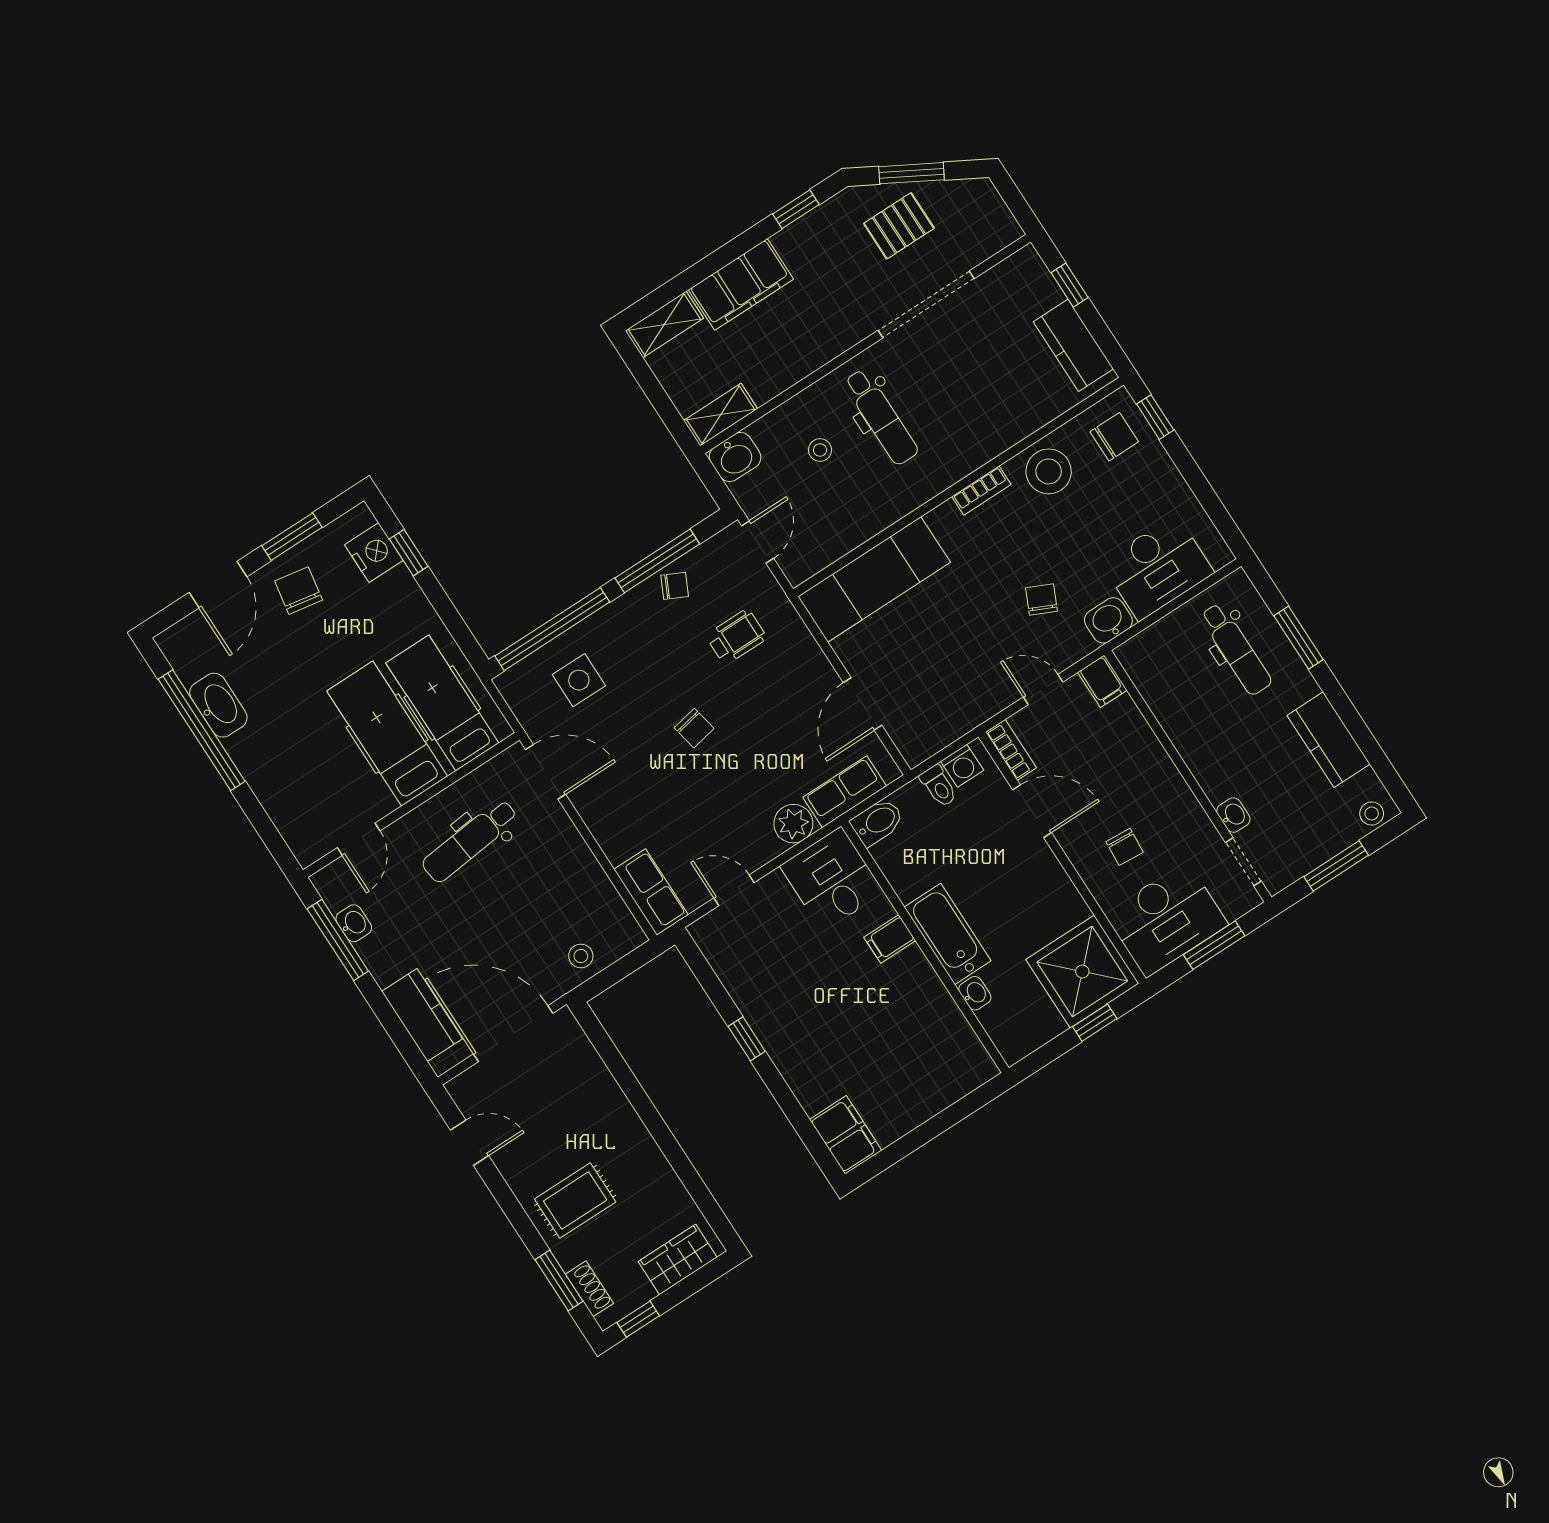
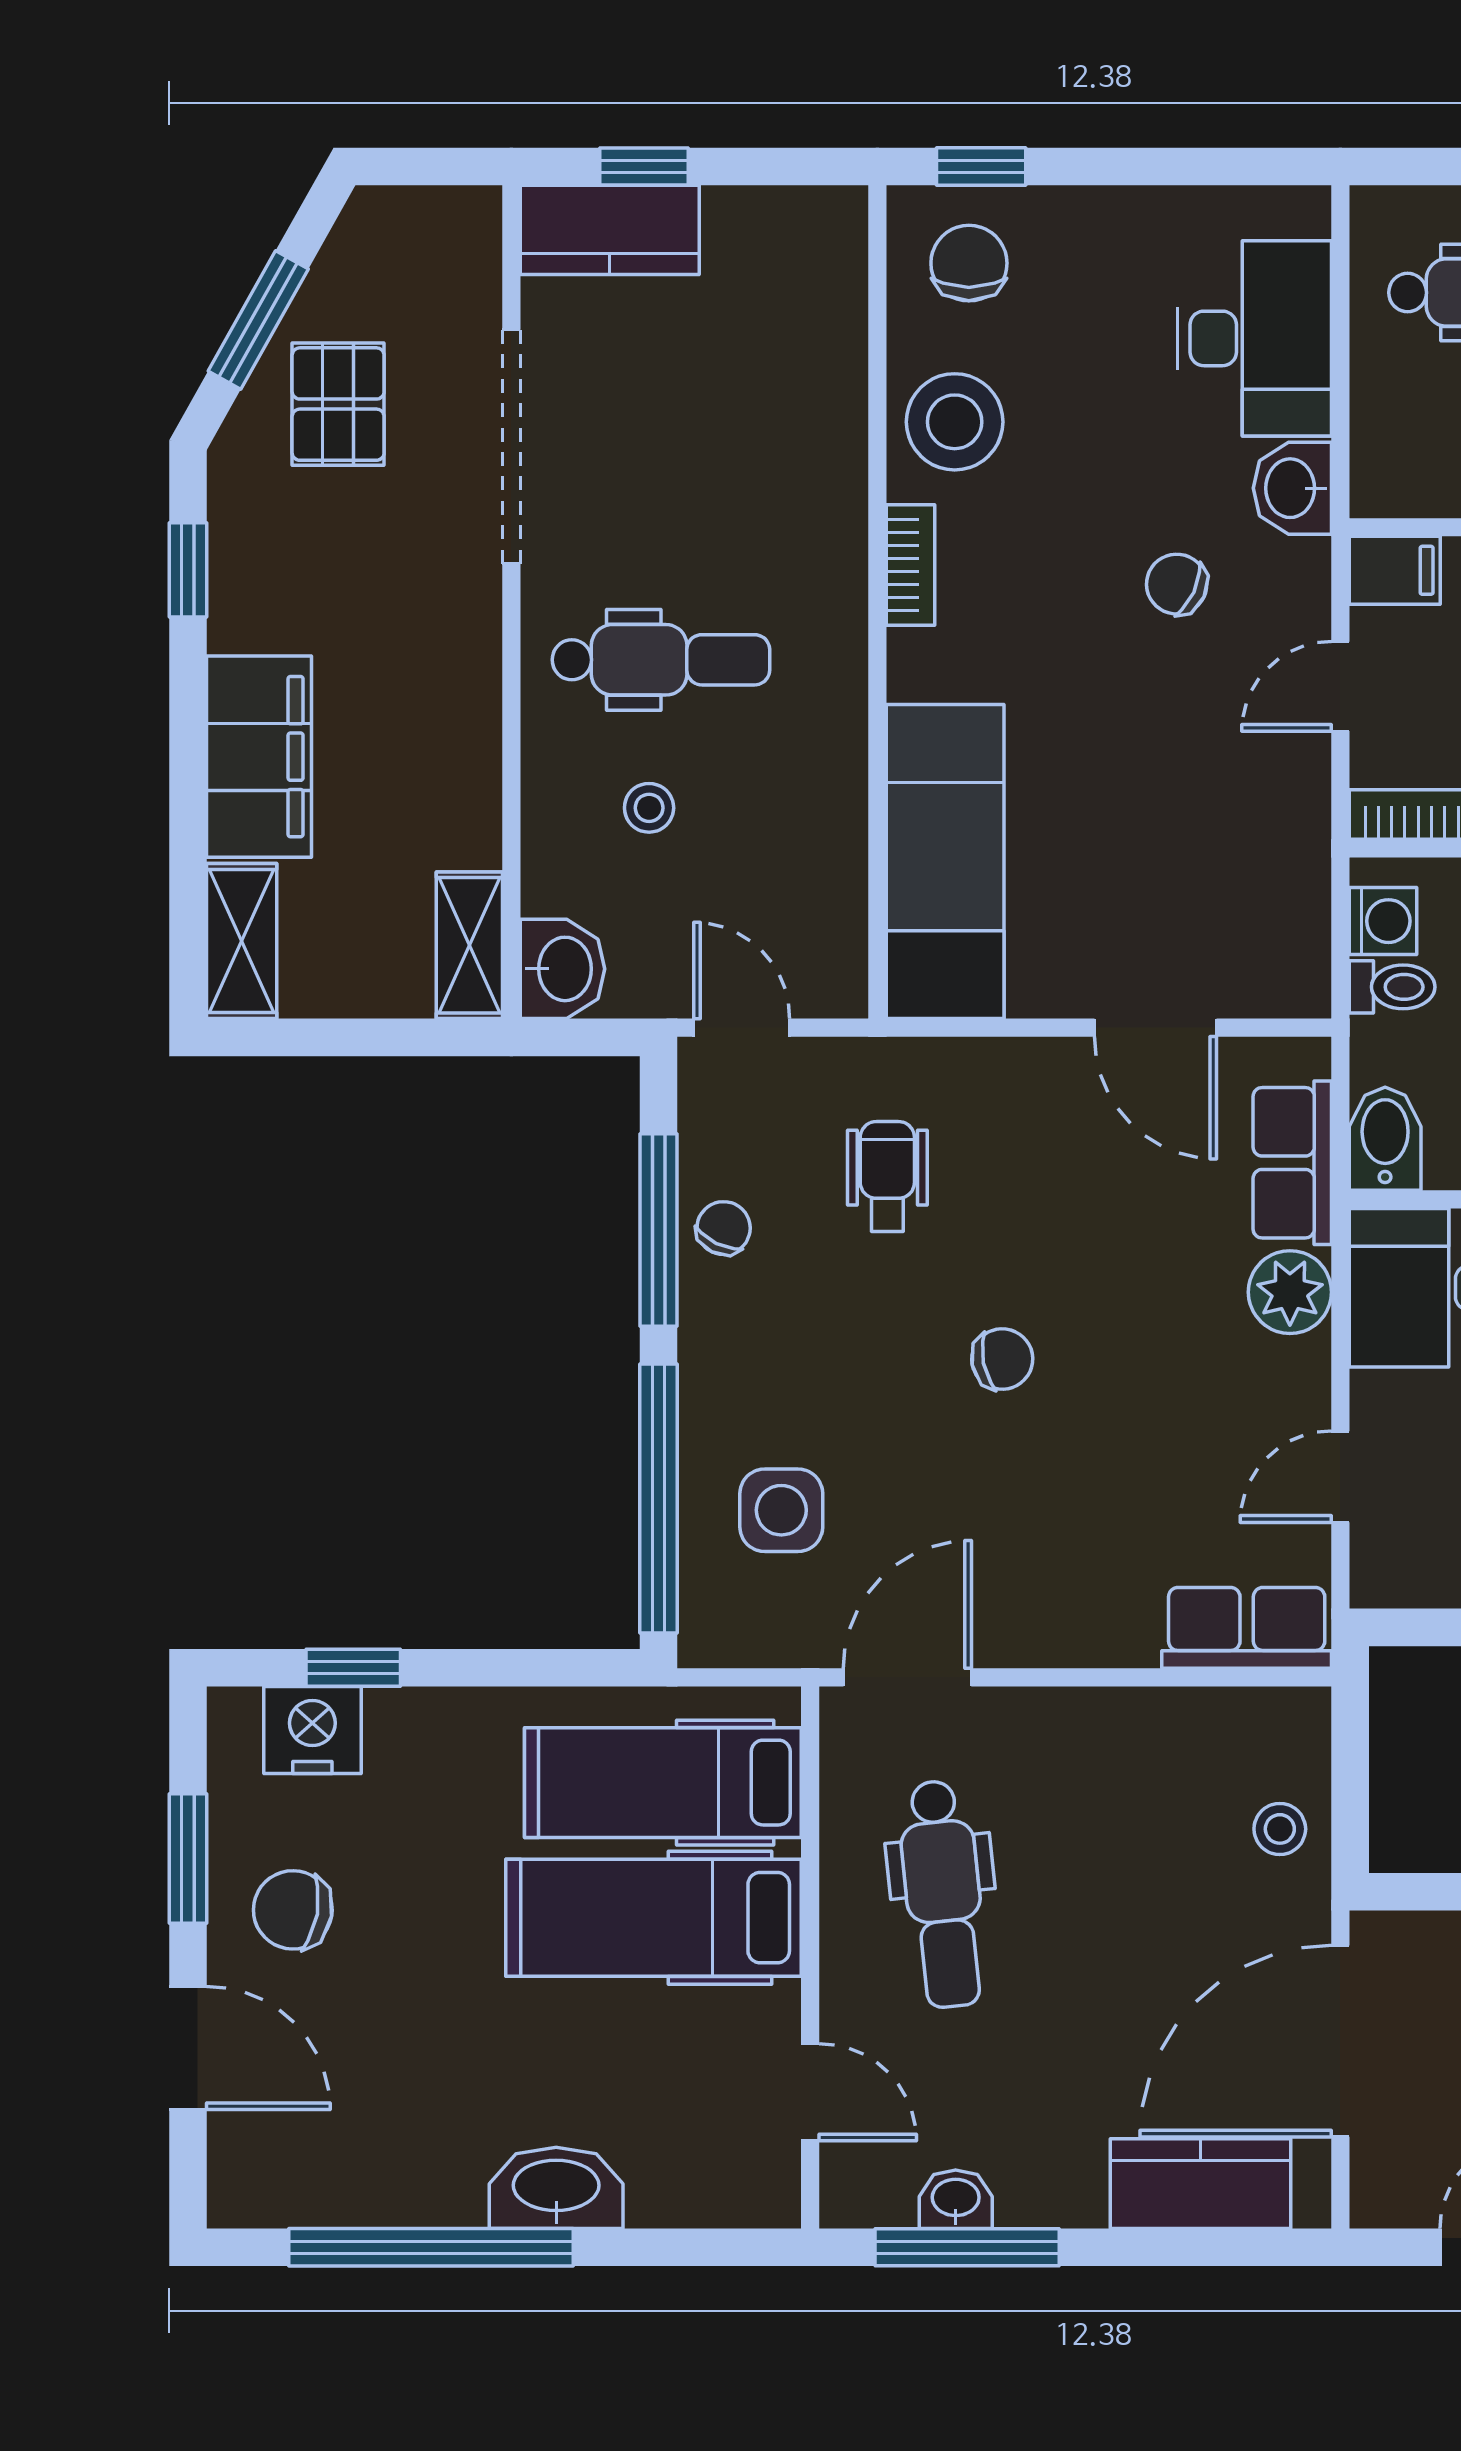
kitchen counter: (1073, 345) -> (610, 230), moved
washbasin: (218, 705) -> (556, 2188), moved

